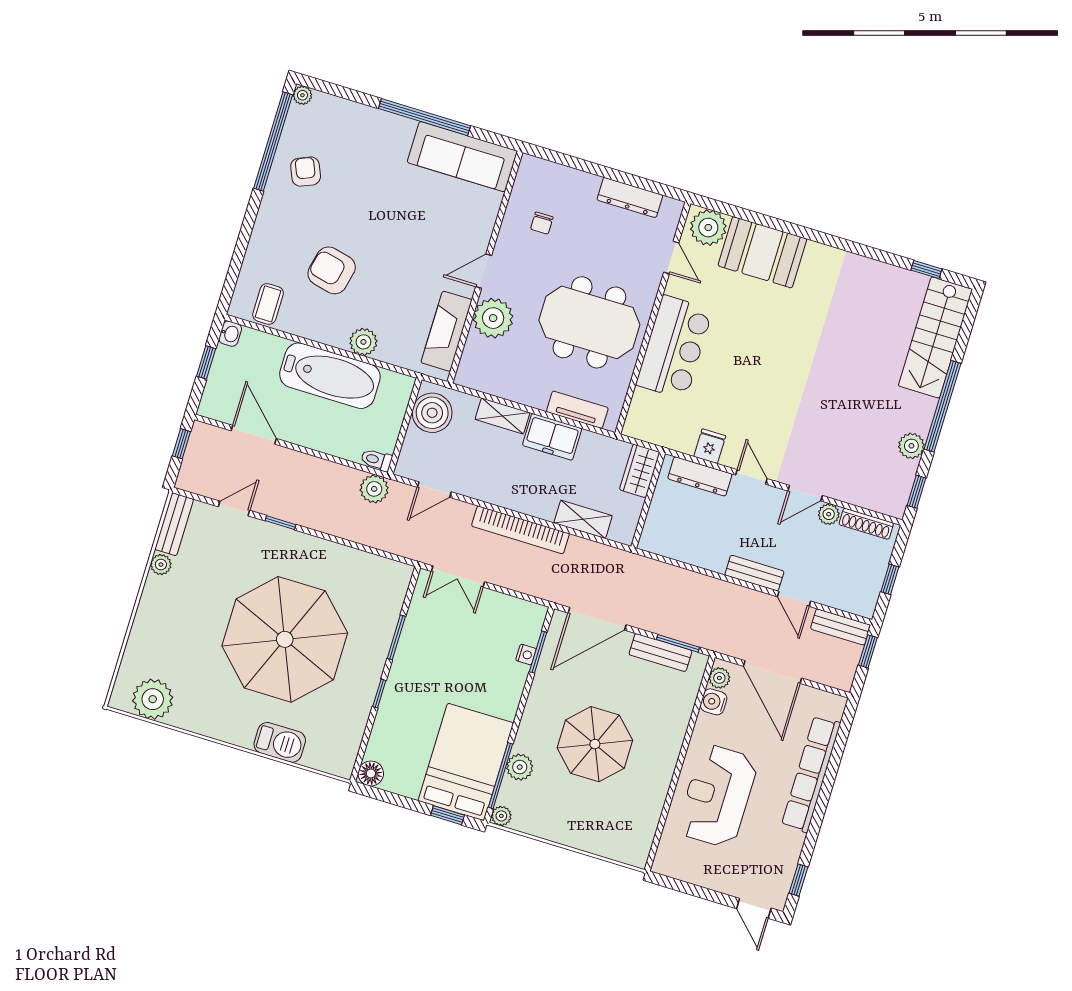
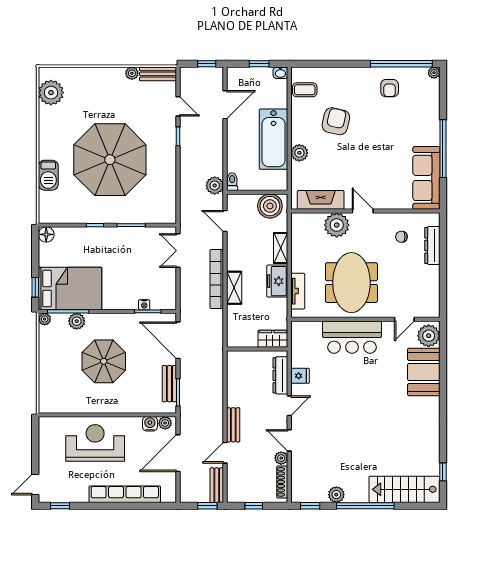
armchair: (306, 172) -> (390, 88), turned 113
dresser: (630, 197) -> (432, 246), moved
shelving: (583, 519) -> (234, 288), moved

